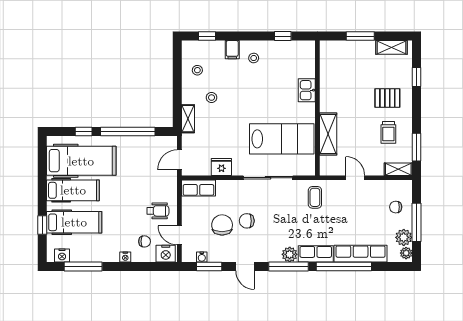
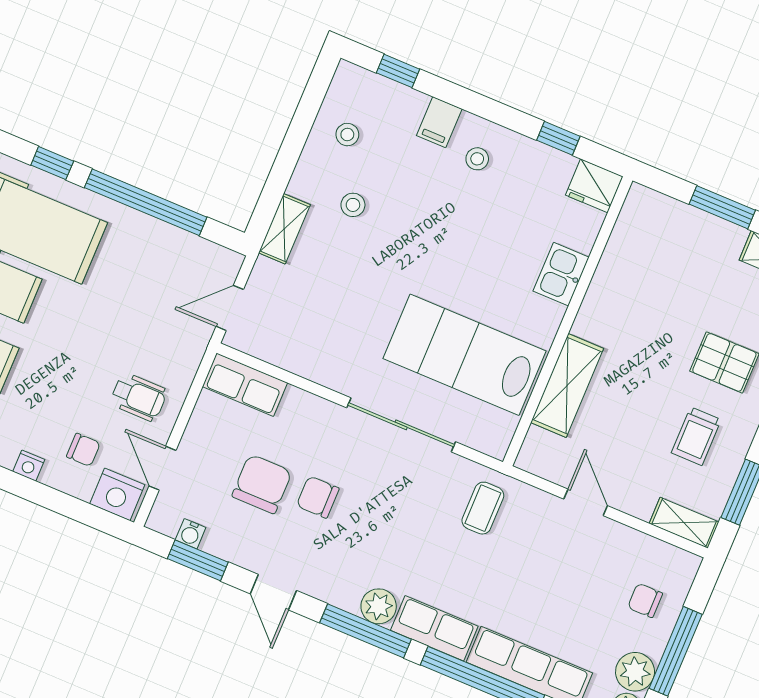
lab bench: (282, 139) -> (465, 355), turned 180
fridge: (221, 167) -> (594, 186), moved, turned 180

